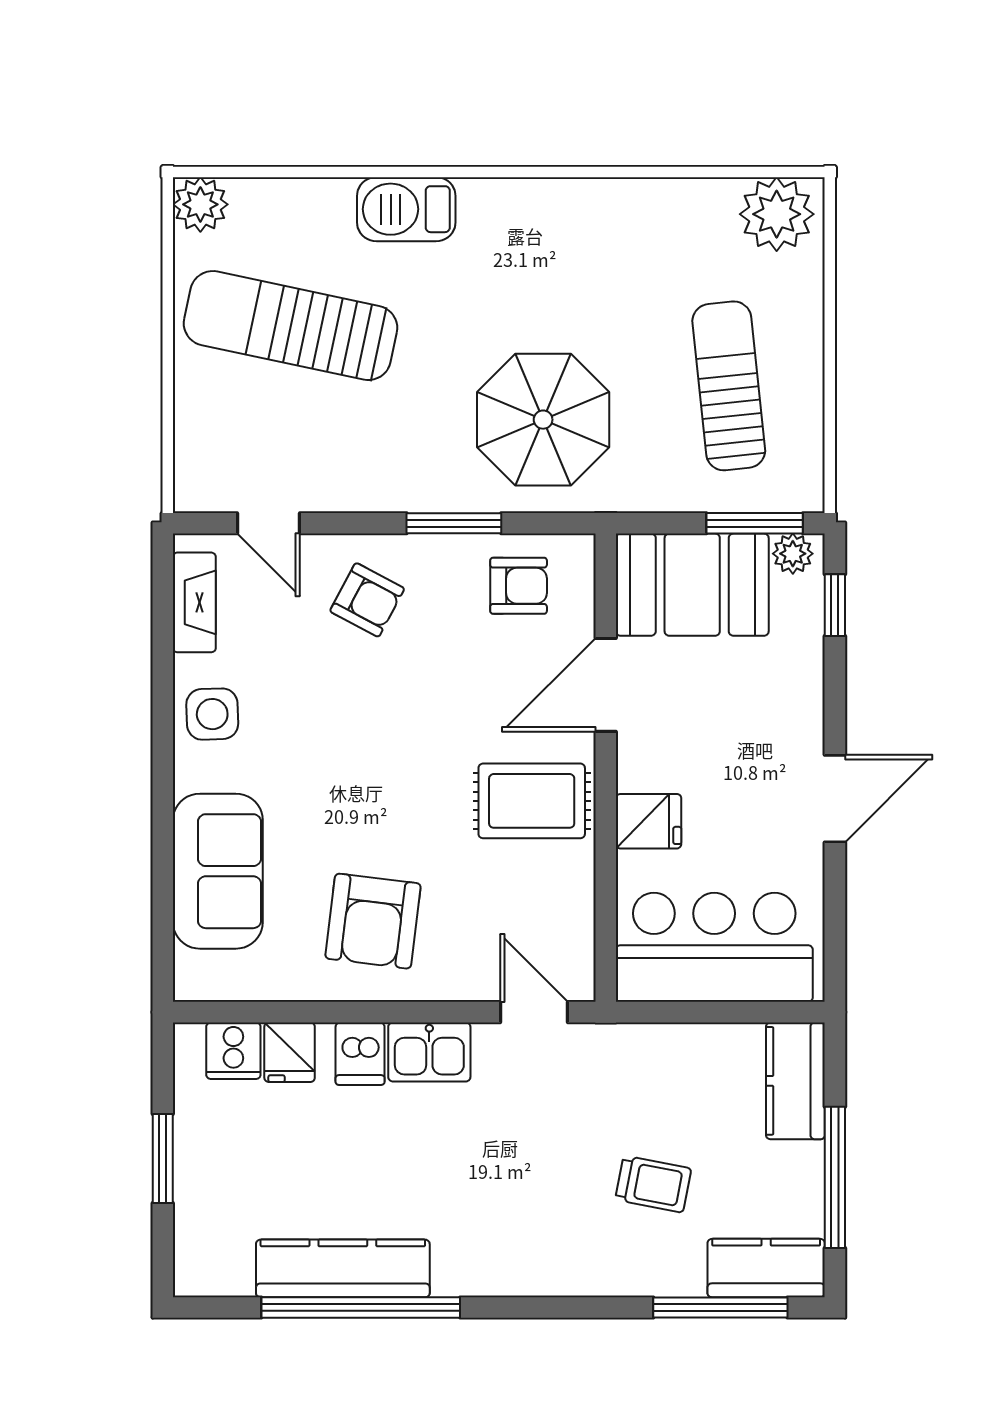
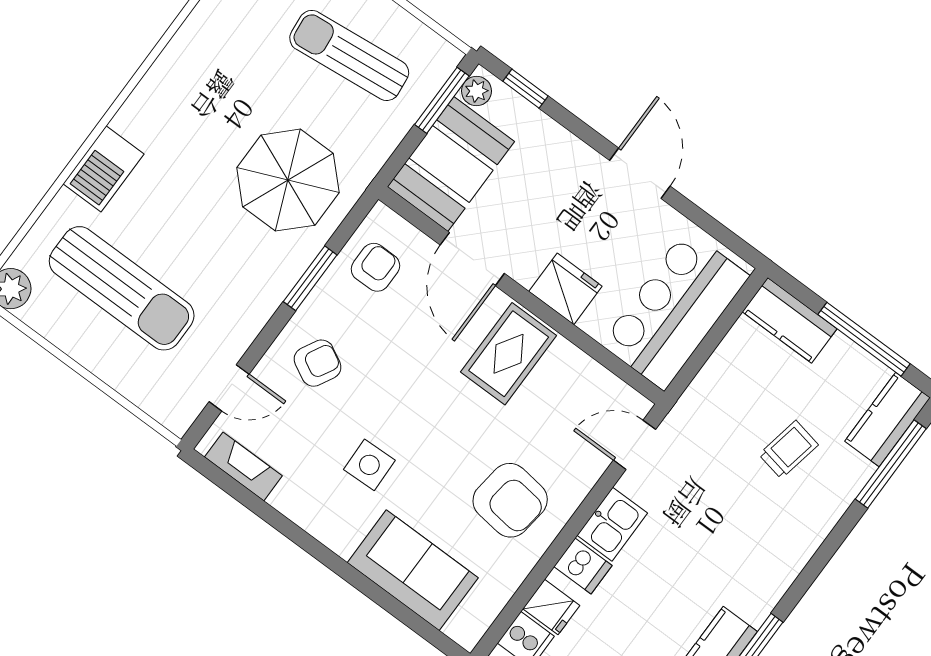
sun lounger: (290, 326) -> (122, 288), turned -102
side table: (212, 714) -> (369, 465), moved
fridge: (649, 821) -> (565, 289), width x1.38

